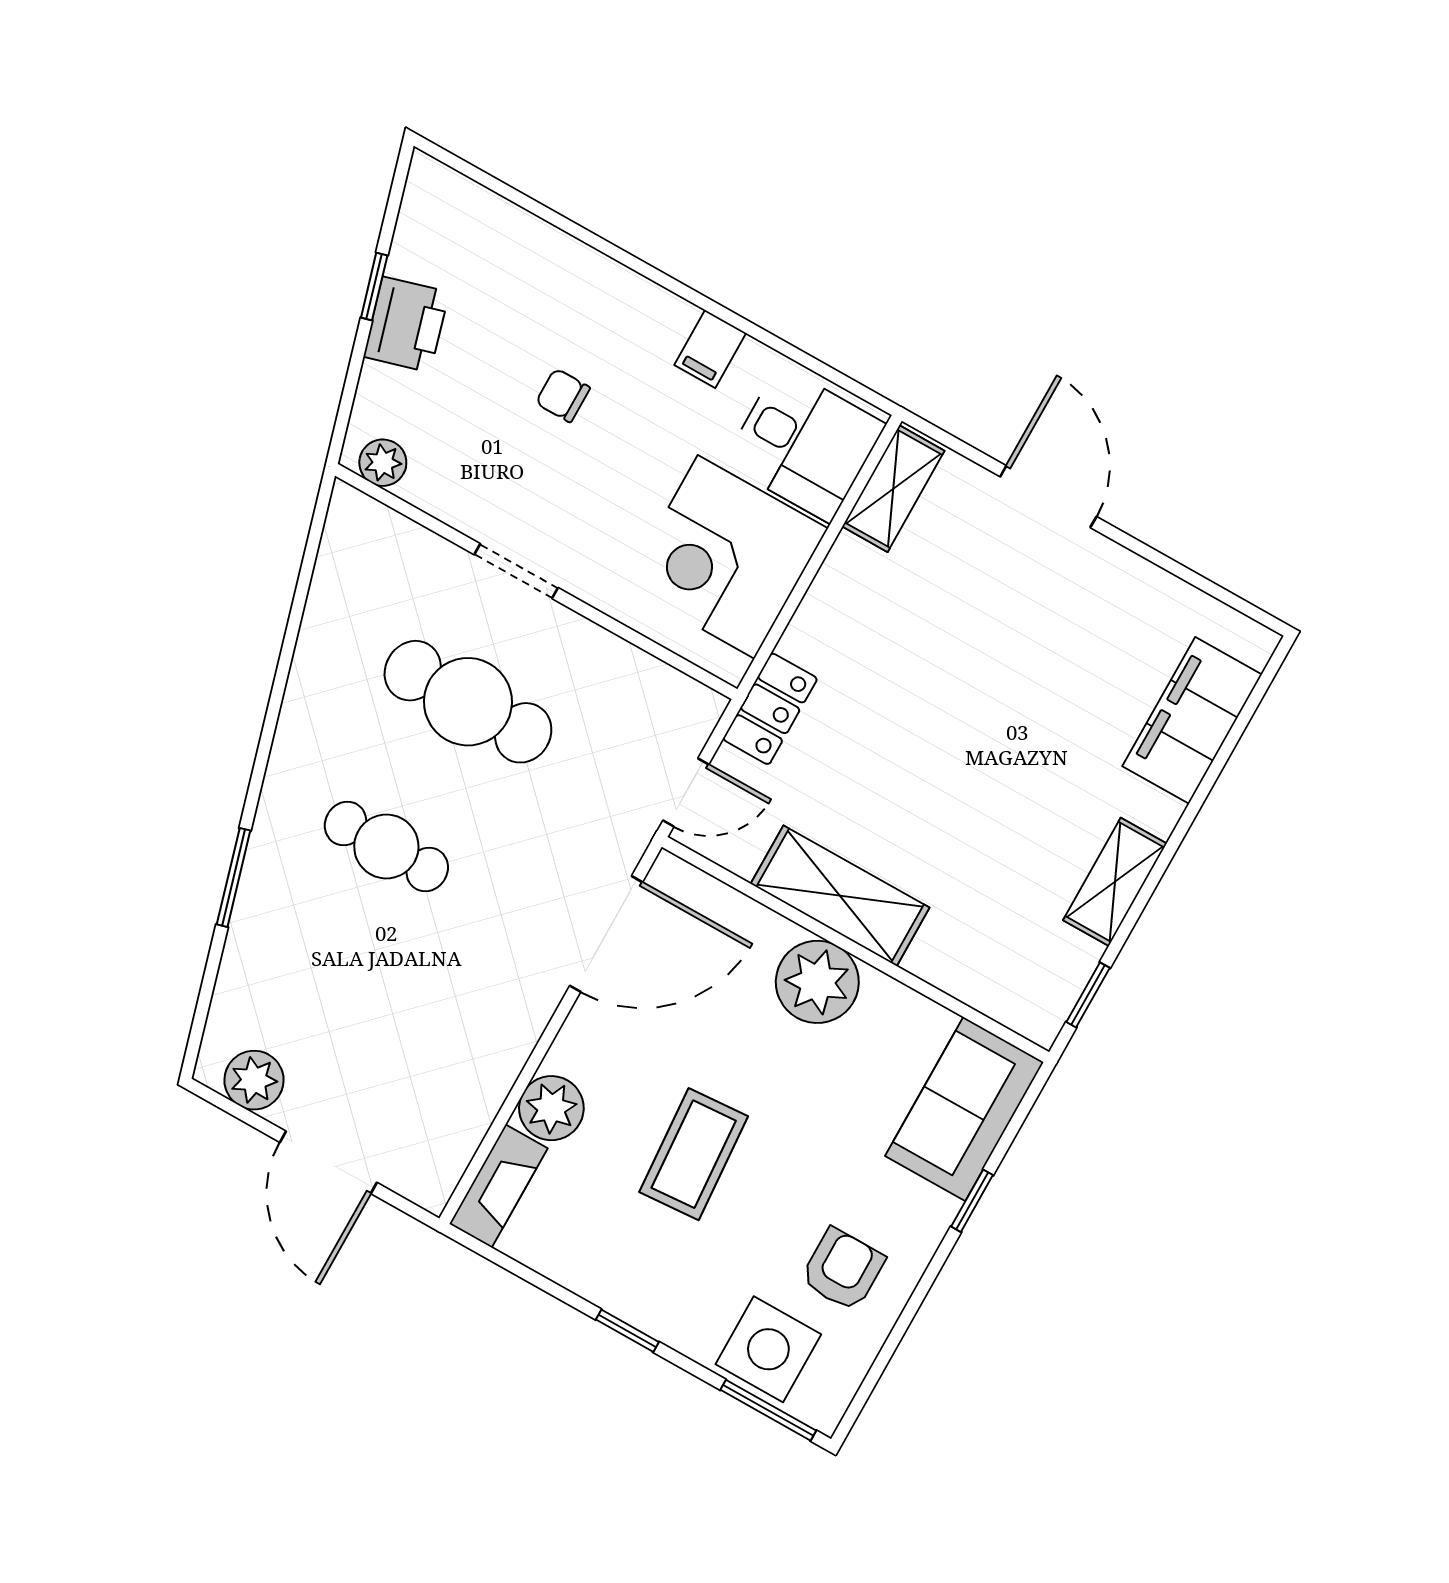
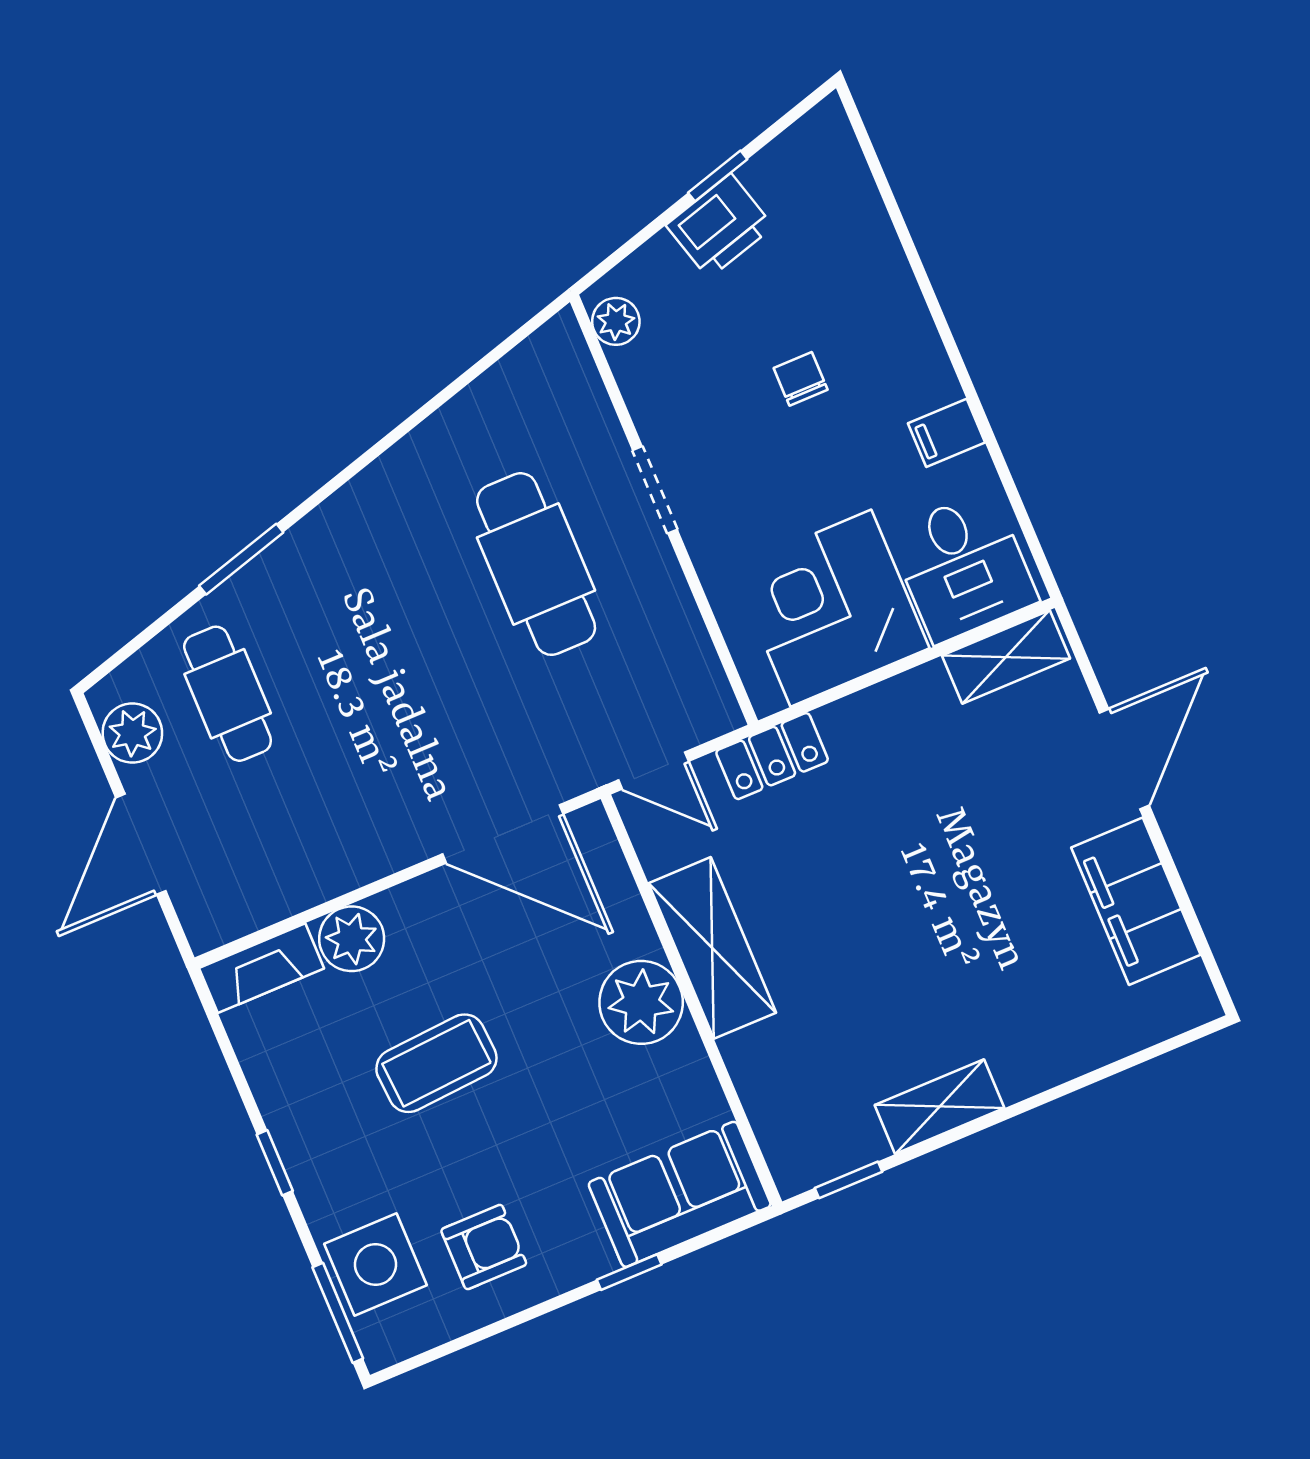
filing cabinet: (1192, 720) -> (1136, 901), moved, turned -90
cafe table: (386, 847) -> (228, 694), moved

